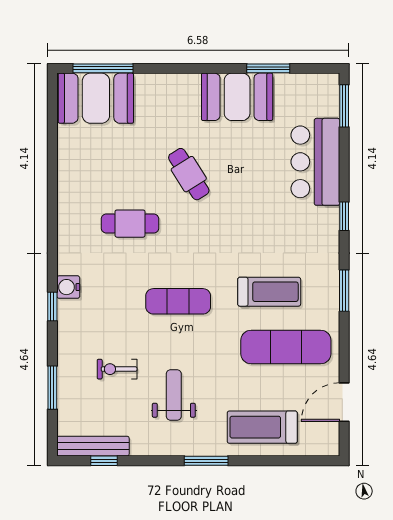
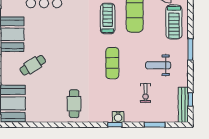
cafe table: (189, 174) -> (33, 65), moved
cafe table: (130, 224) -> (74, 104), moved
water cooler: (68, 287) -> (118, 117), moved

